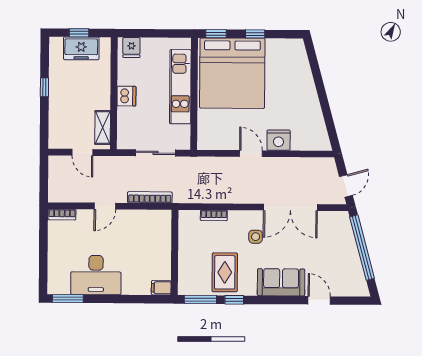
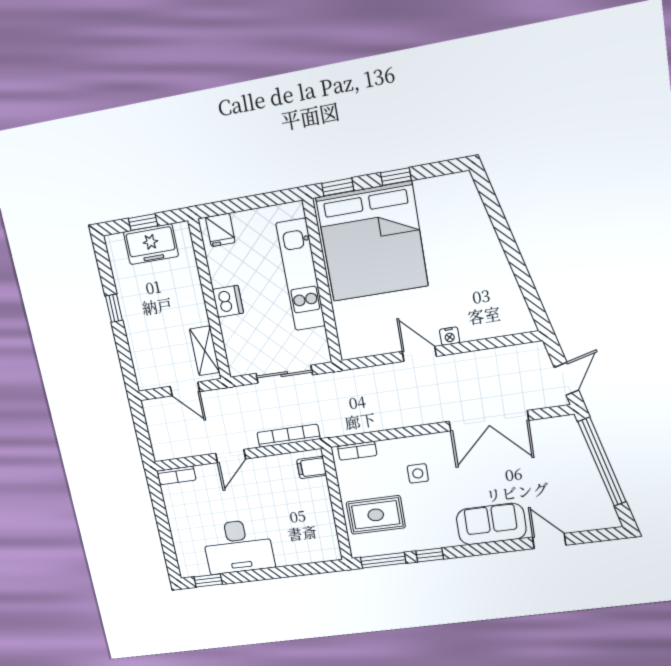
nightstand: (279, 140) -> (450, 336), width x0.53, depth x0.56
bookcase: (214, 215) -> (357, 451), moved
side table: (256, 237) -> (418, 473), moved
rug: (225, 272) -> (376, 515), moved, turned 90
filing cabinet: (161, 288) -> (312, 467), moved
window: (68, 299) -> (208, 581), width x0.67

